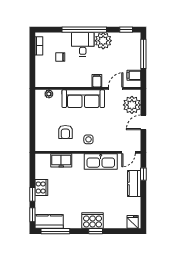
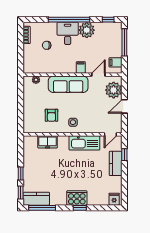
cooker: (41, 188) -> (29, 167), removed

